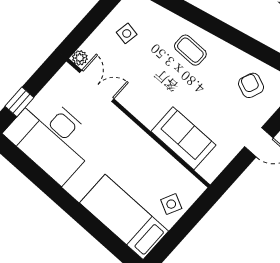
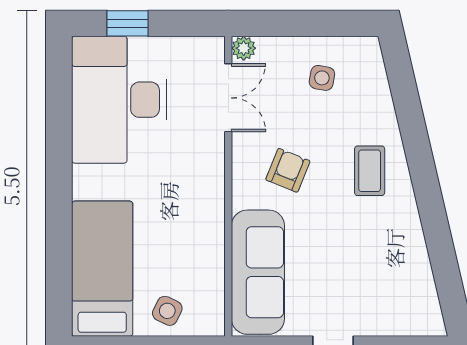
armchair: (251, 85) -> (288, 170), moved
sofa: (183, 138) -> (258, 272), width x1.36

